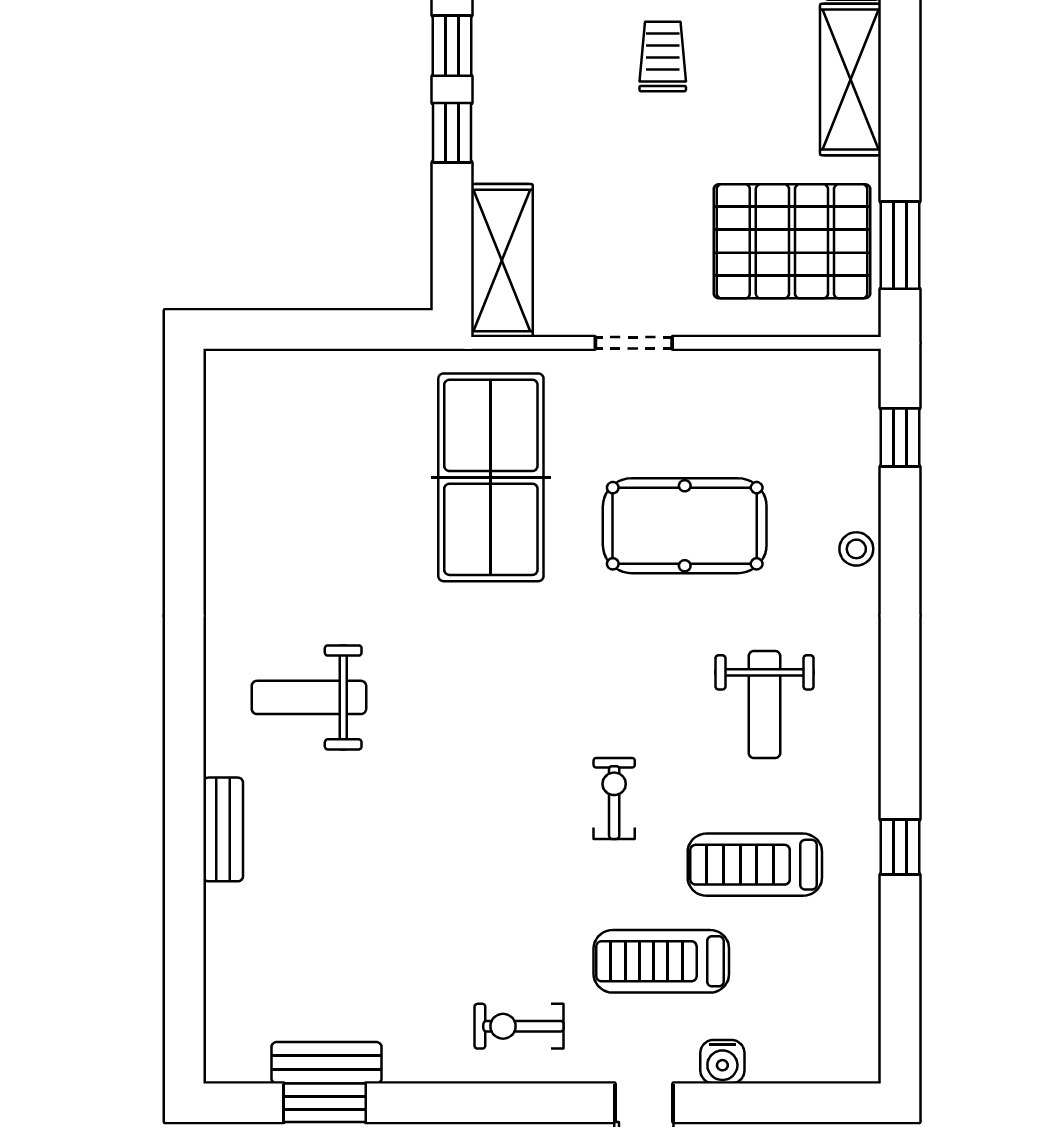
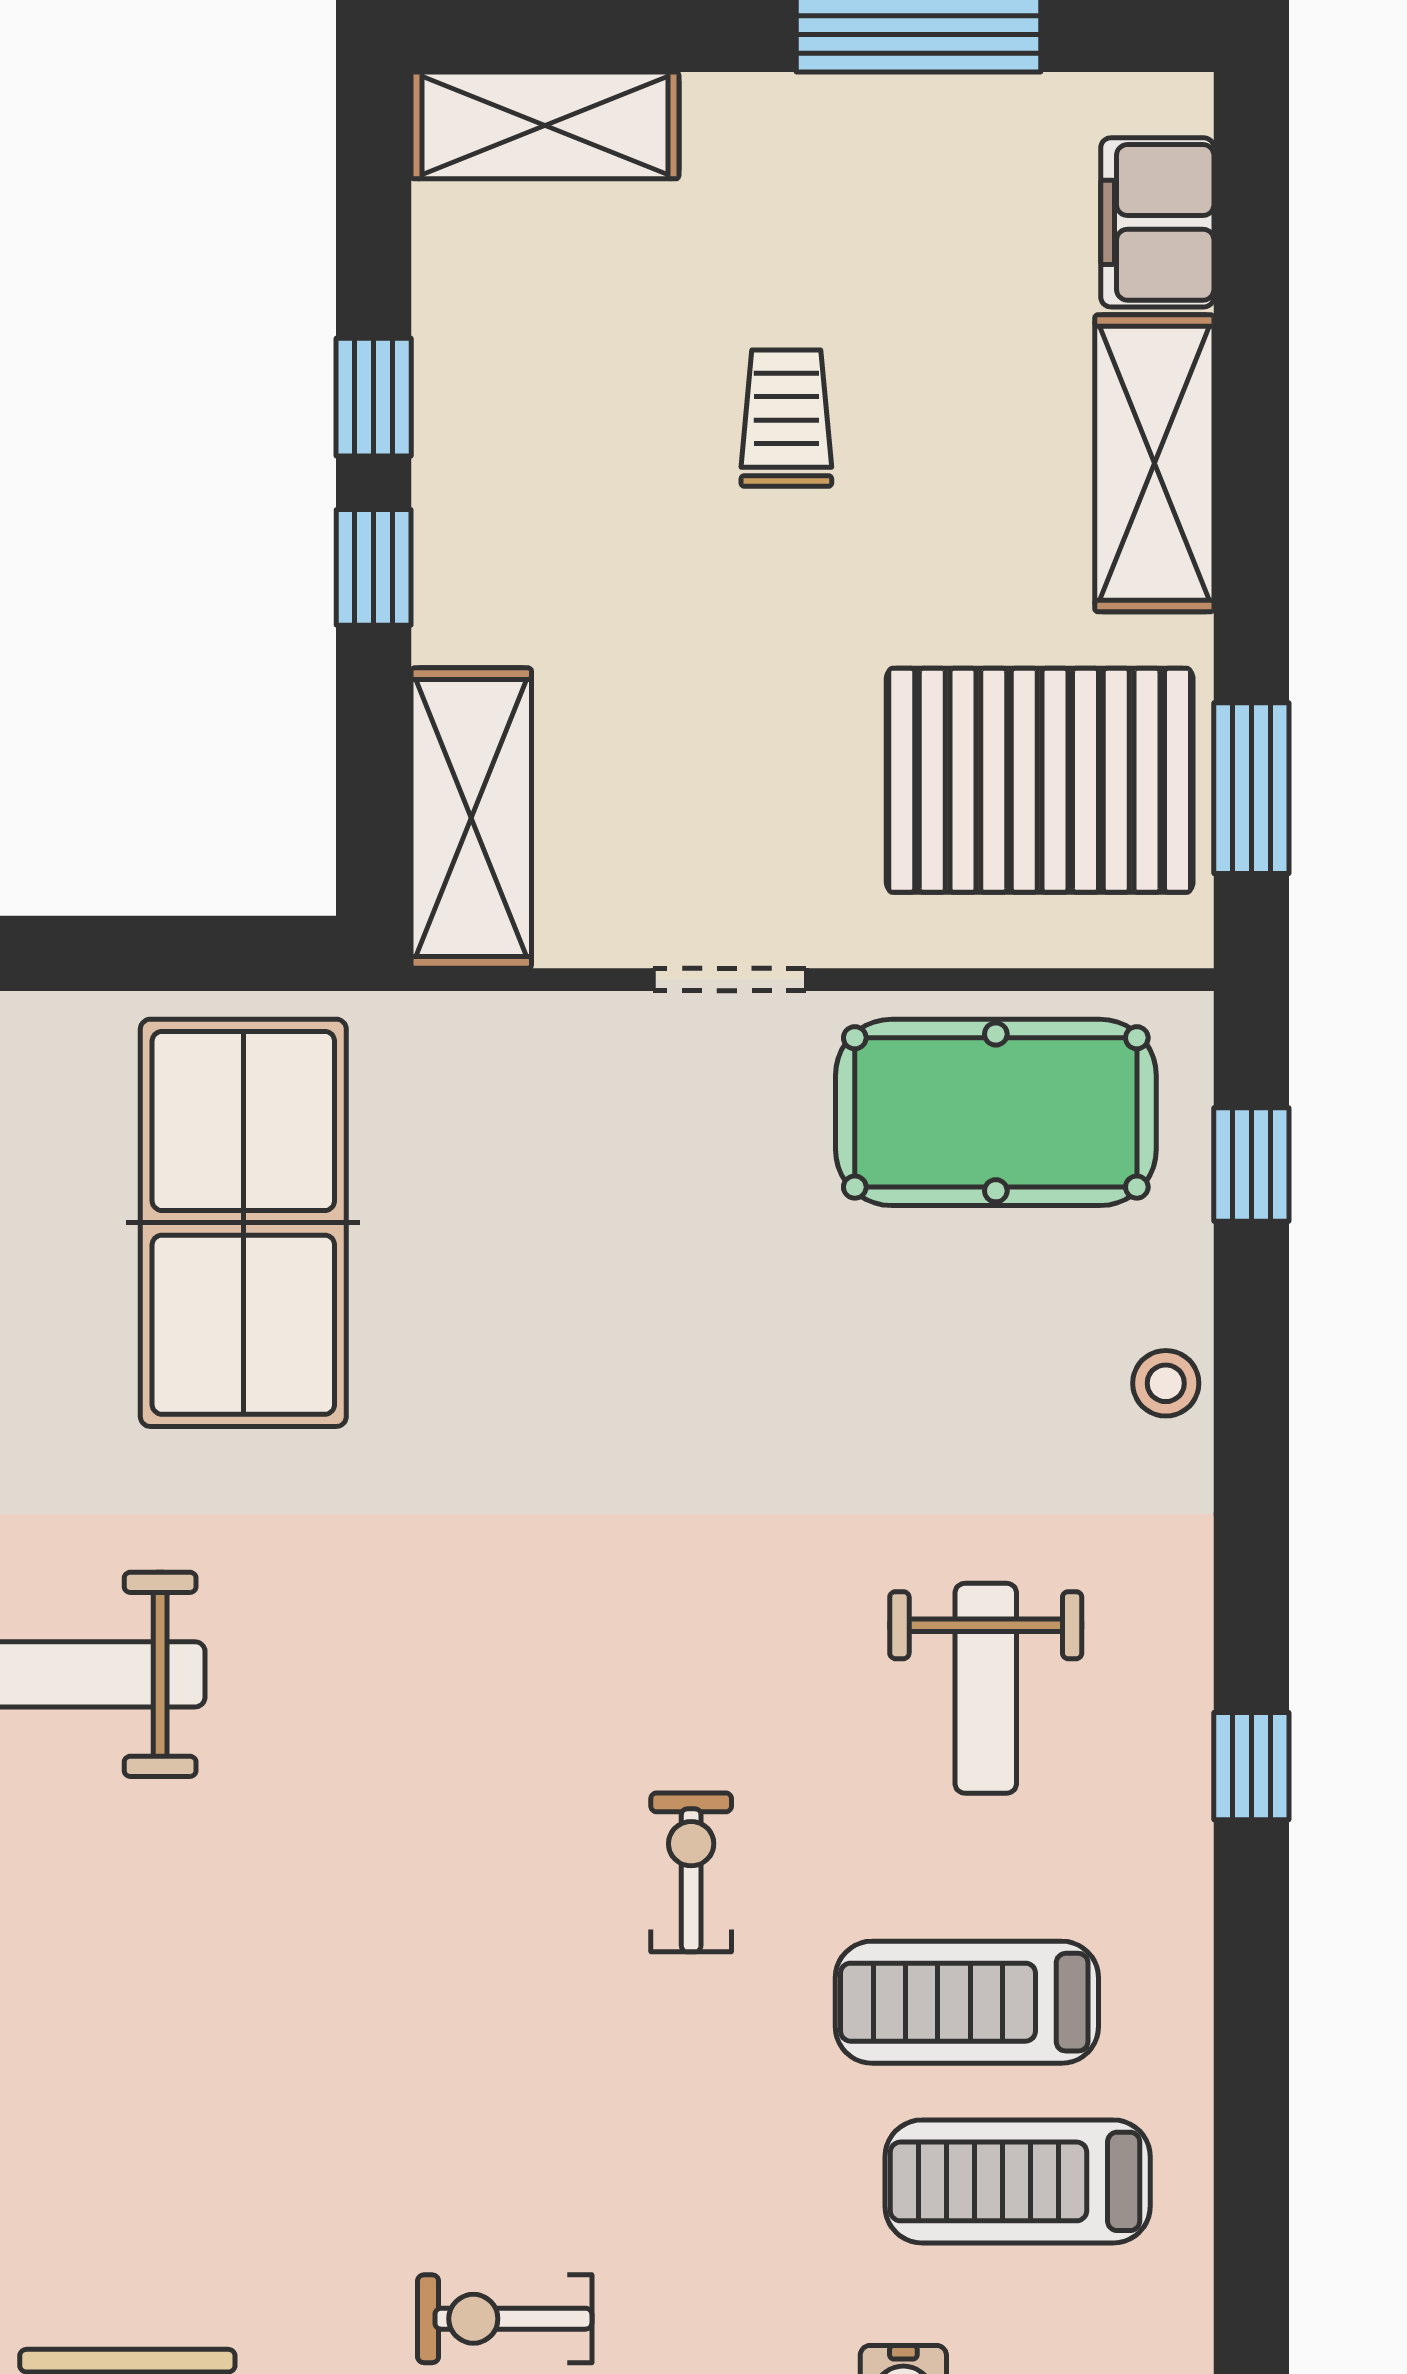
table tennis table: (491, 477) -> (243, 1223), moved
pool table: (685, 526) -> (996, 1112), moved
window: (900, 847) -> (1251, 1766), moved
treadmill: (661, 961) -> (1018, 2181), moved

